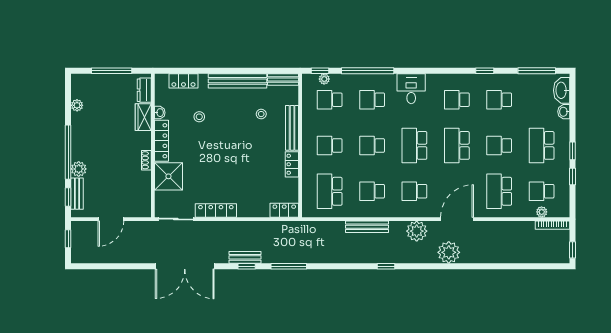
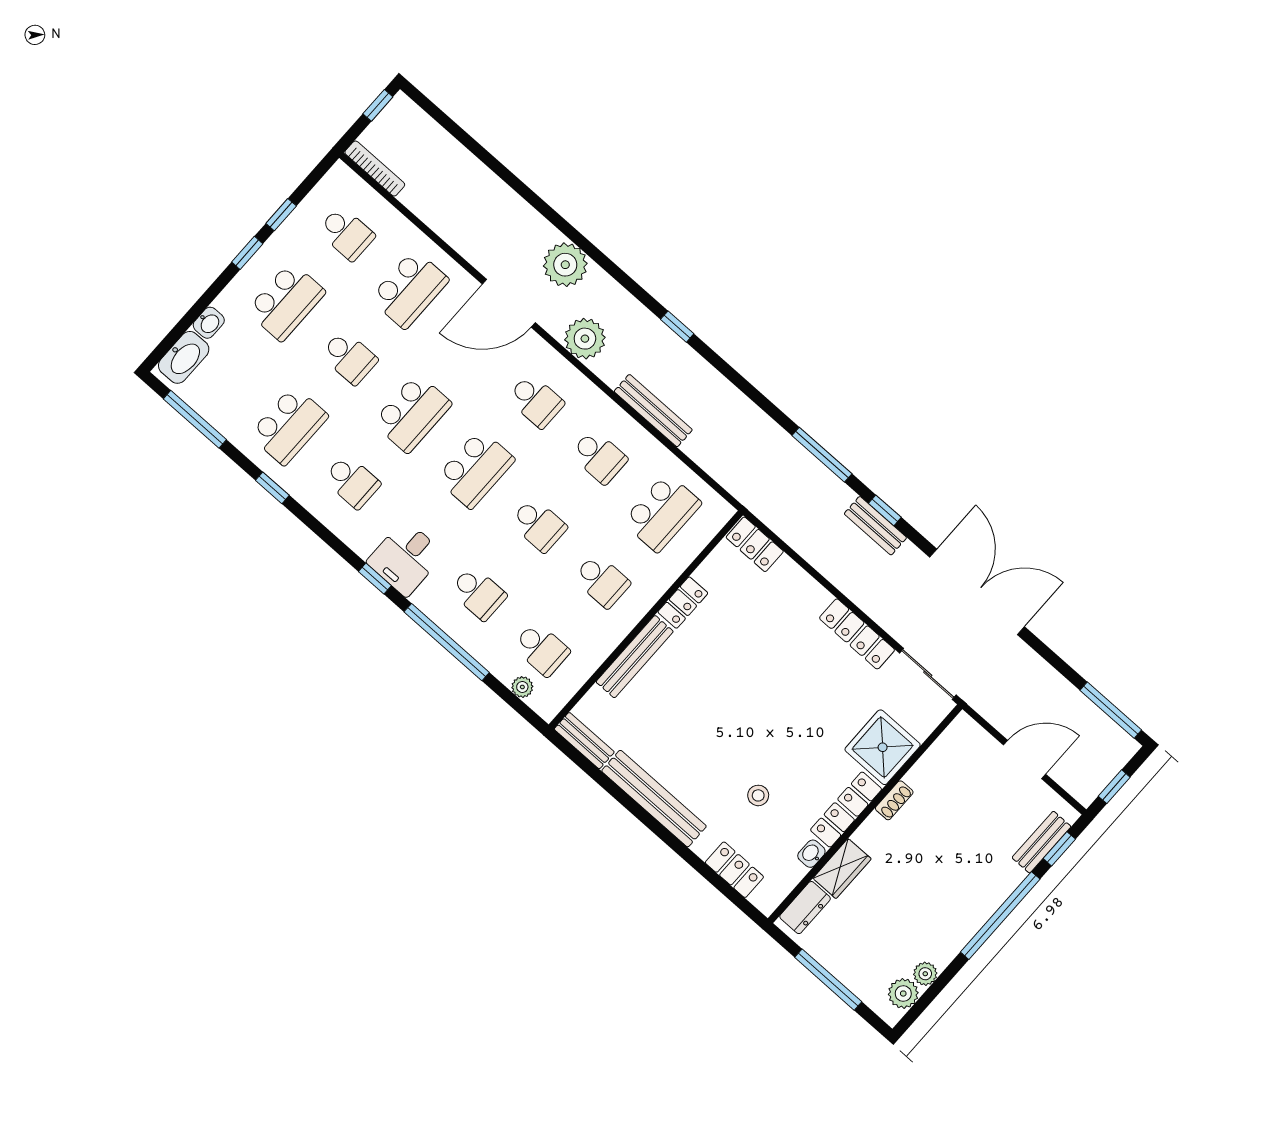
window: (320, 71) -> (375, 579), moved
school desk: (499, 100) -> (289, 426), width x1.85
stool: (261, 114) -> (662, 718), removed
plant: (79, 169) -> (903, 994), moved
plant: (542, 212) -> (373, 202), removed
window: (95, 266) -> (1111, 710), added

